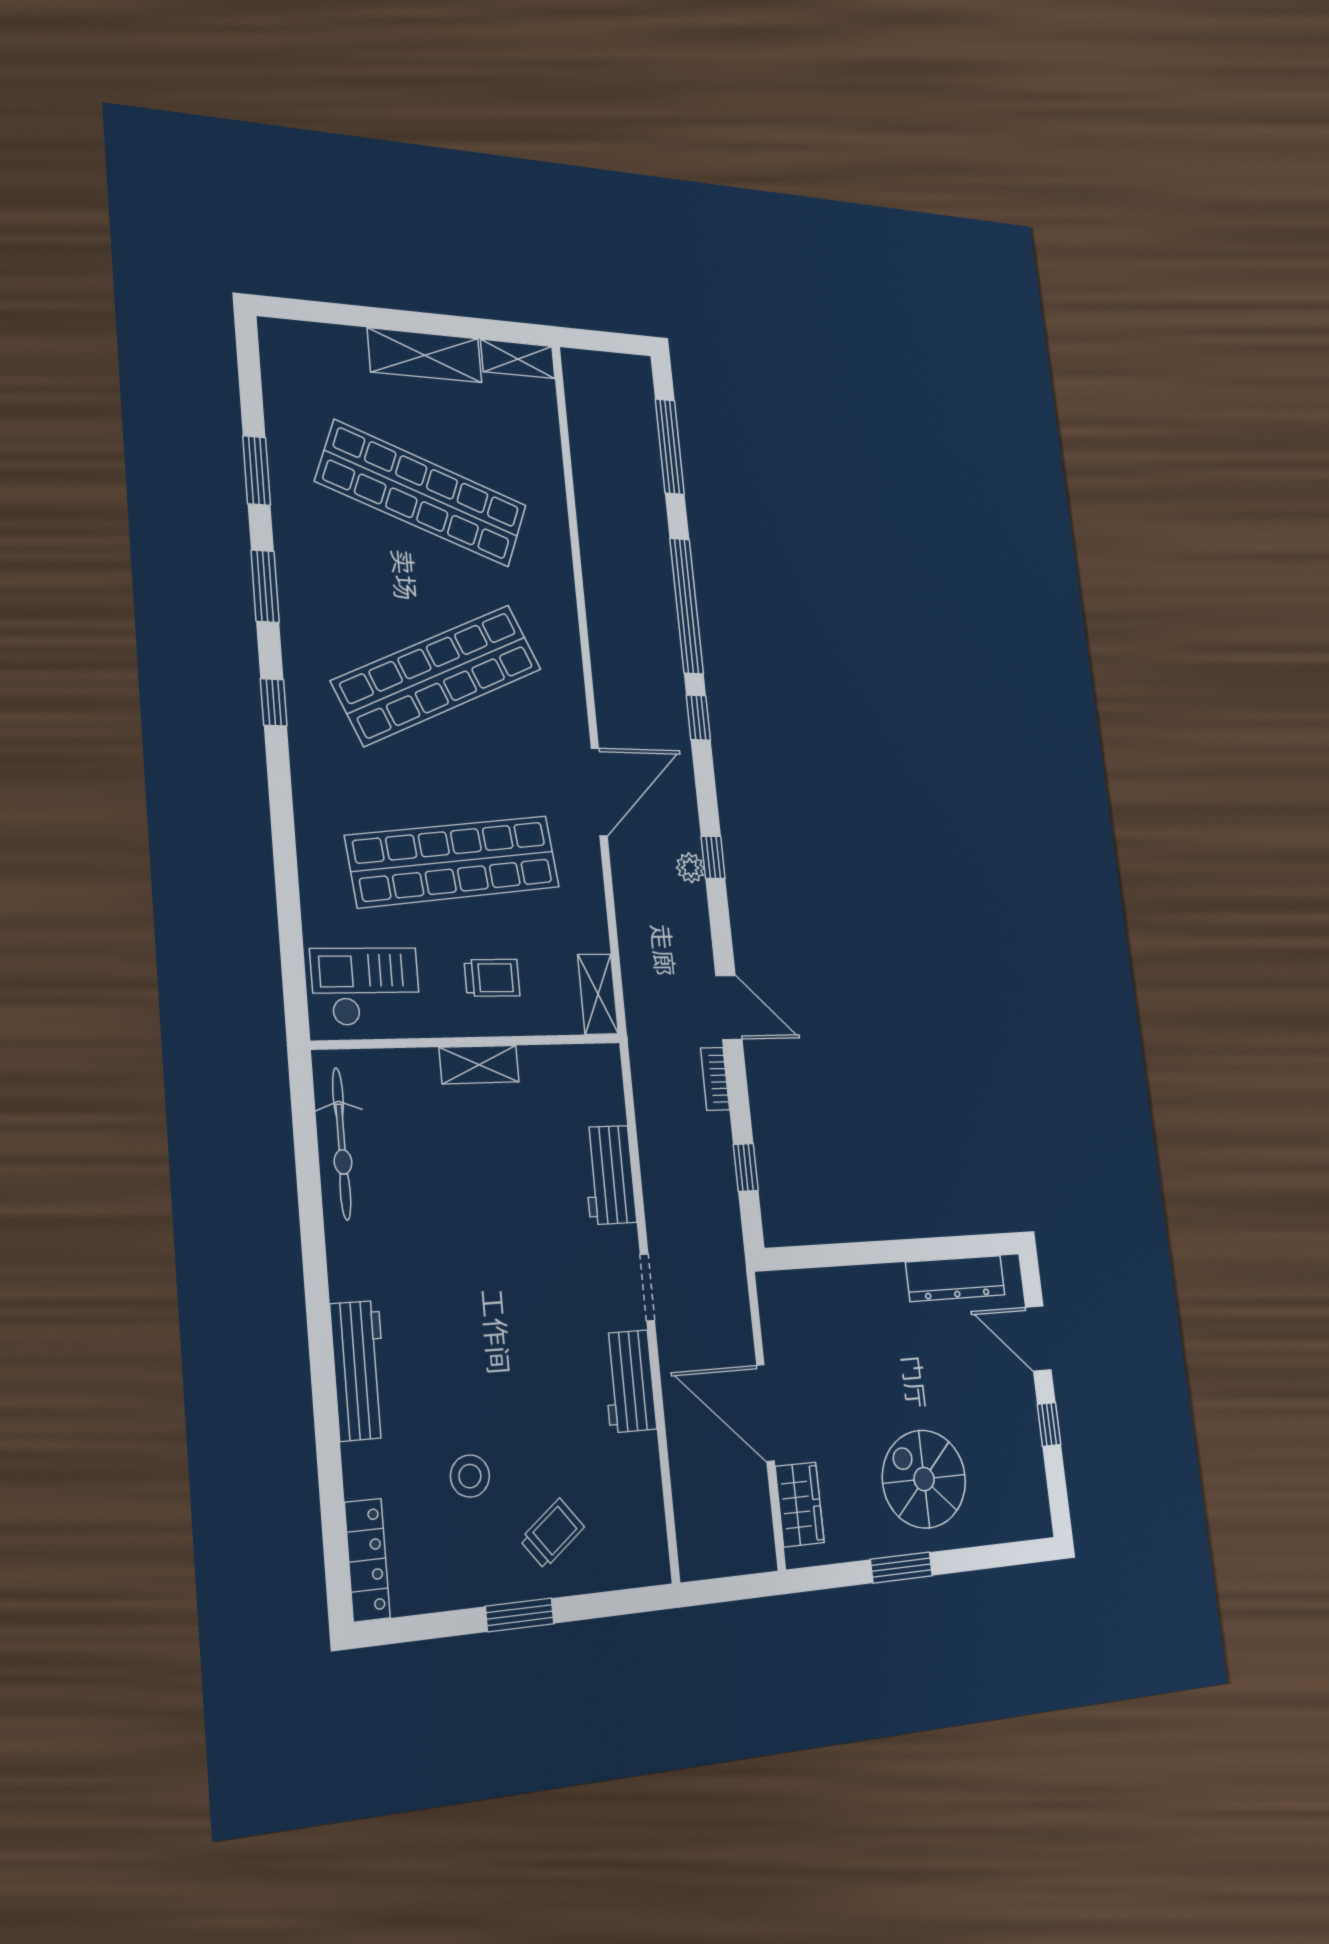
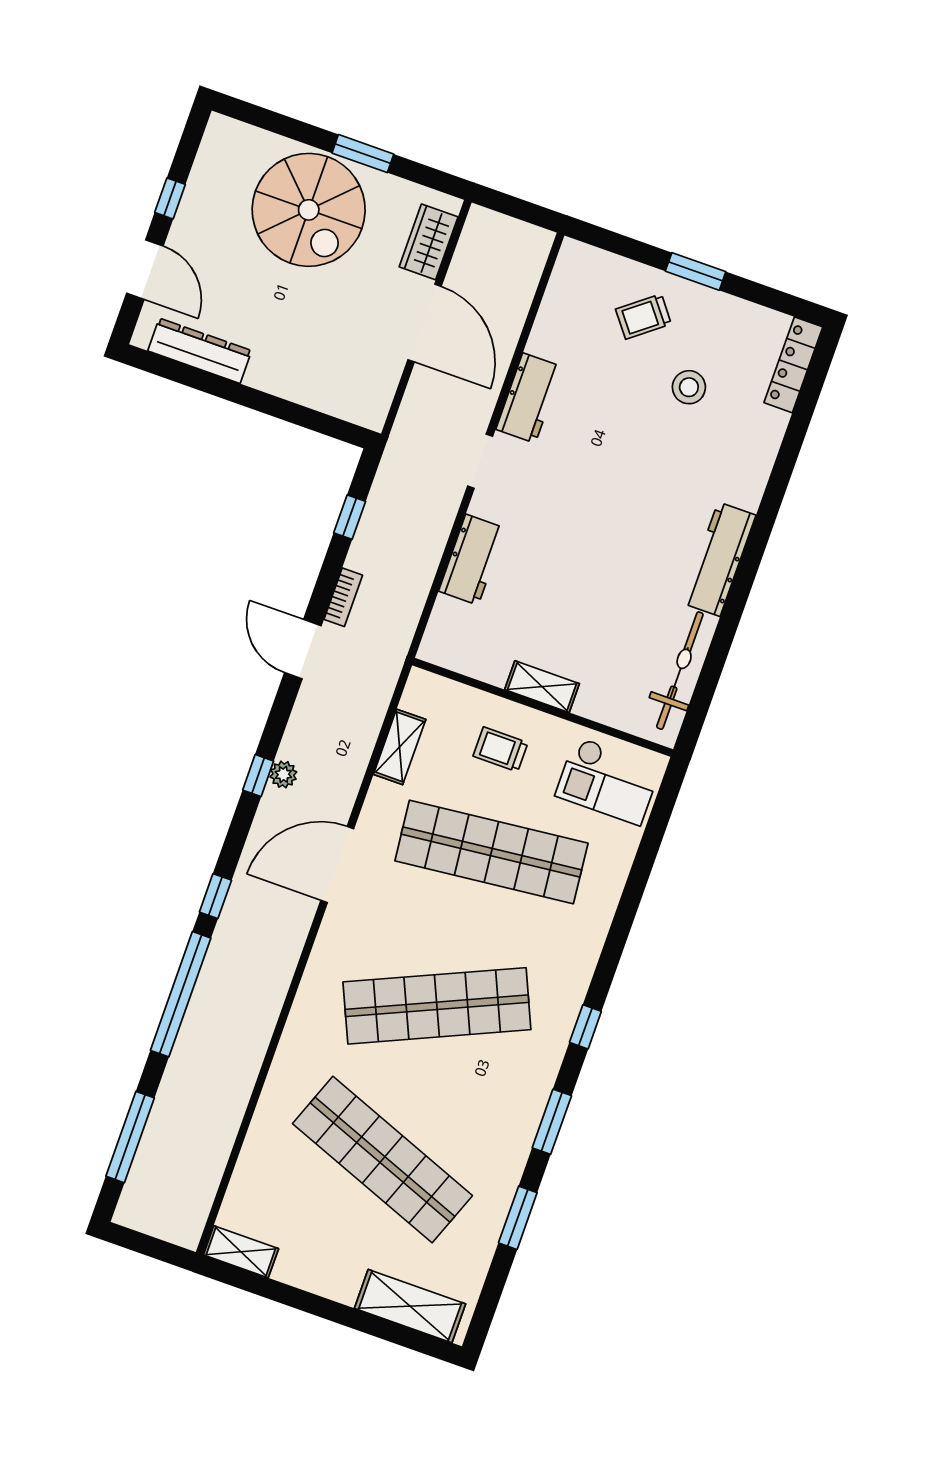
shelving: (425, 355) -> (410, 1306), moved
shelving: (598, 994) -> (400, 747), moved
workbench: (359, 1370) -> (719, 559), moved
spiral stairs: (924, 1479) -> (309, 210), width x1.37, depth x1.37

